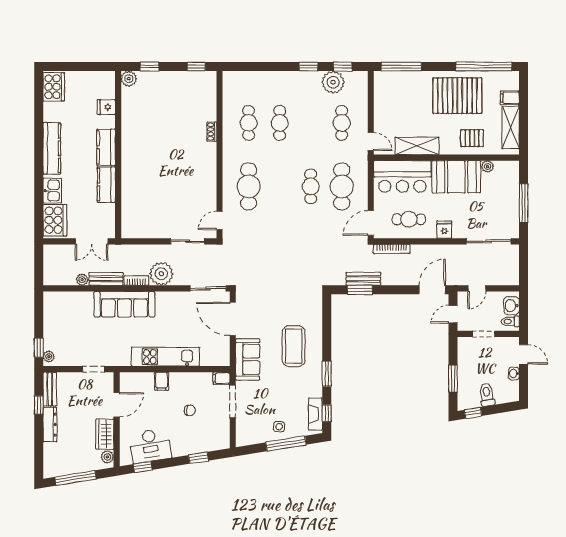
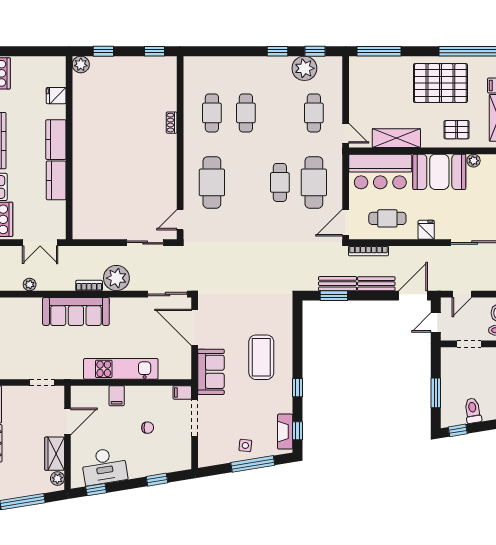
bench: (106, 279) -> (376, 284), moved
window: (327, 374) -> (297, 388), width x0.67

